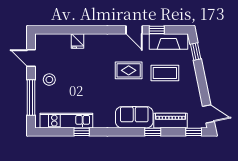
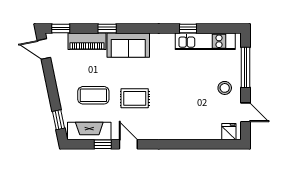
fridge: (78, 41) -> (229, 132), moved

